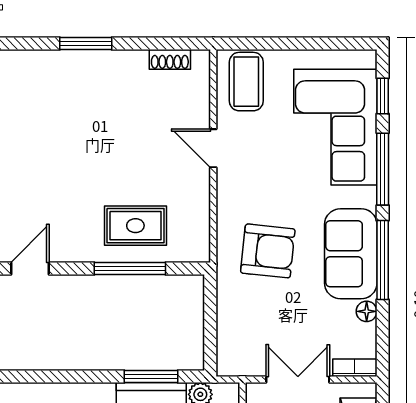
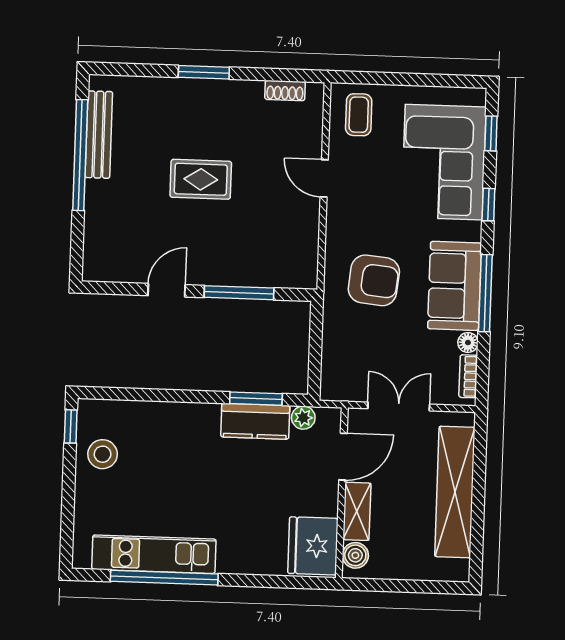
coffee table: (246, 82) -> (359, 115), width x0.73, depth x0.77
window: (383, 169) -> (488, 205), width x0.46
rug: (135, 226) -> (201, 179), moved
door: (30, 268) -> (167, 290), moved
bookcase: (355, 368) -> (468, 376), moved, turned -90

